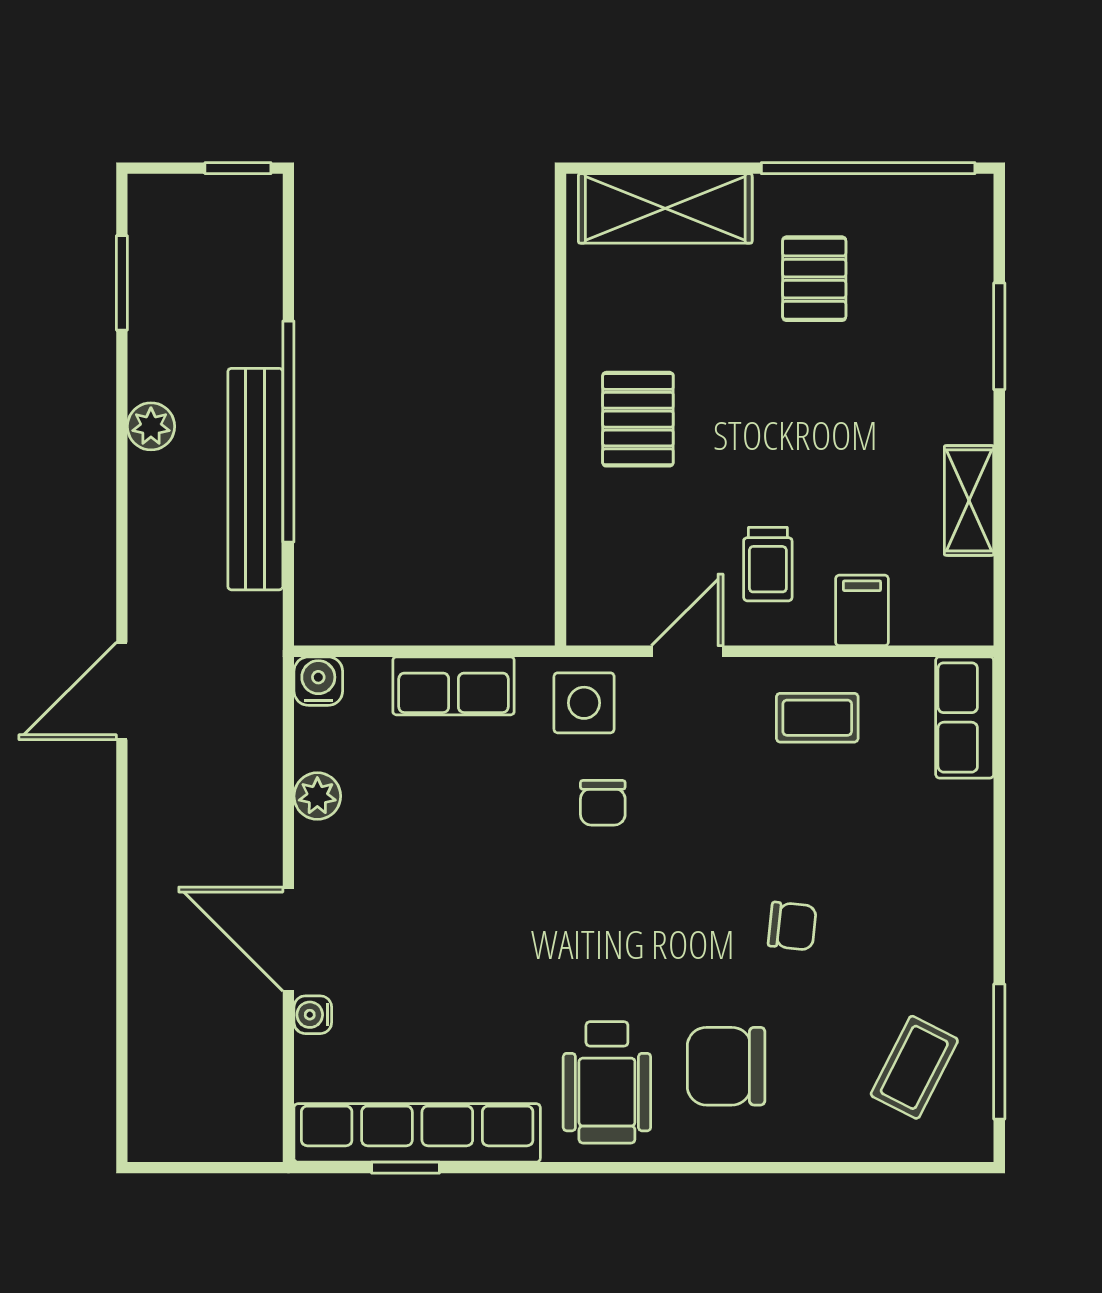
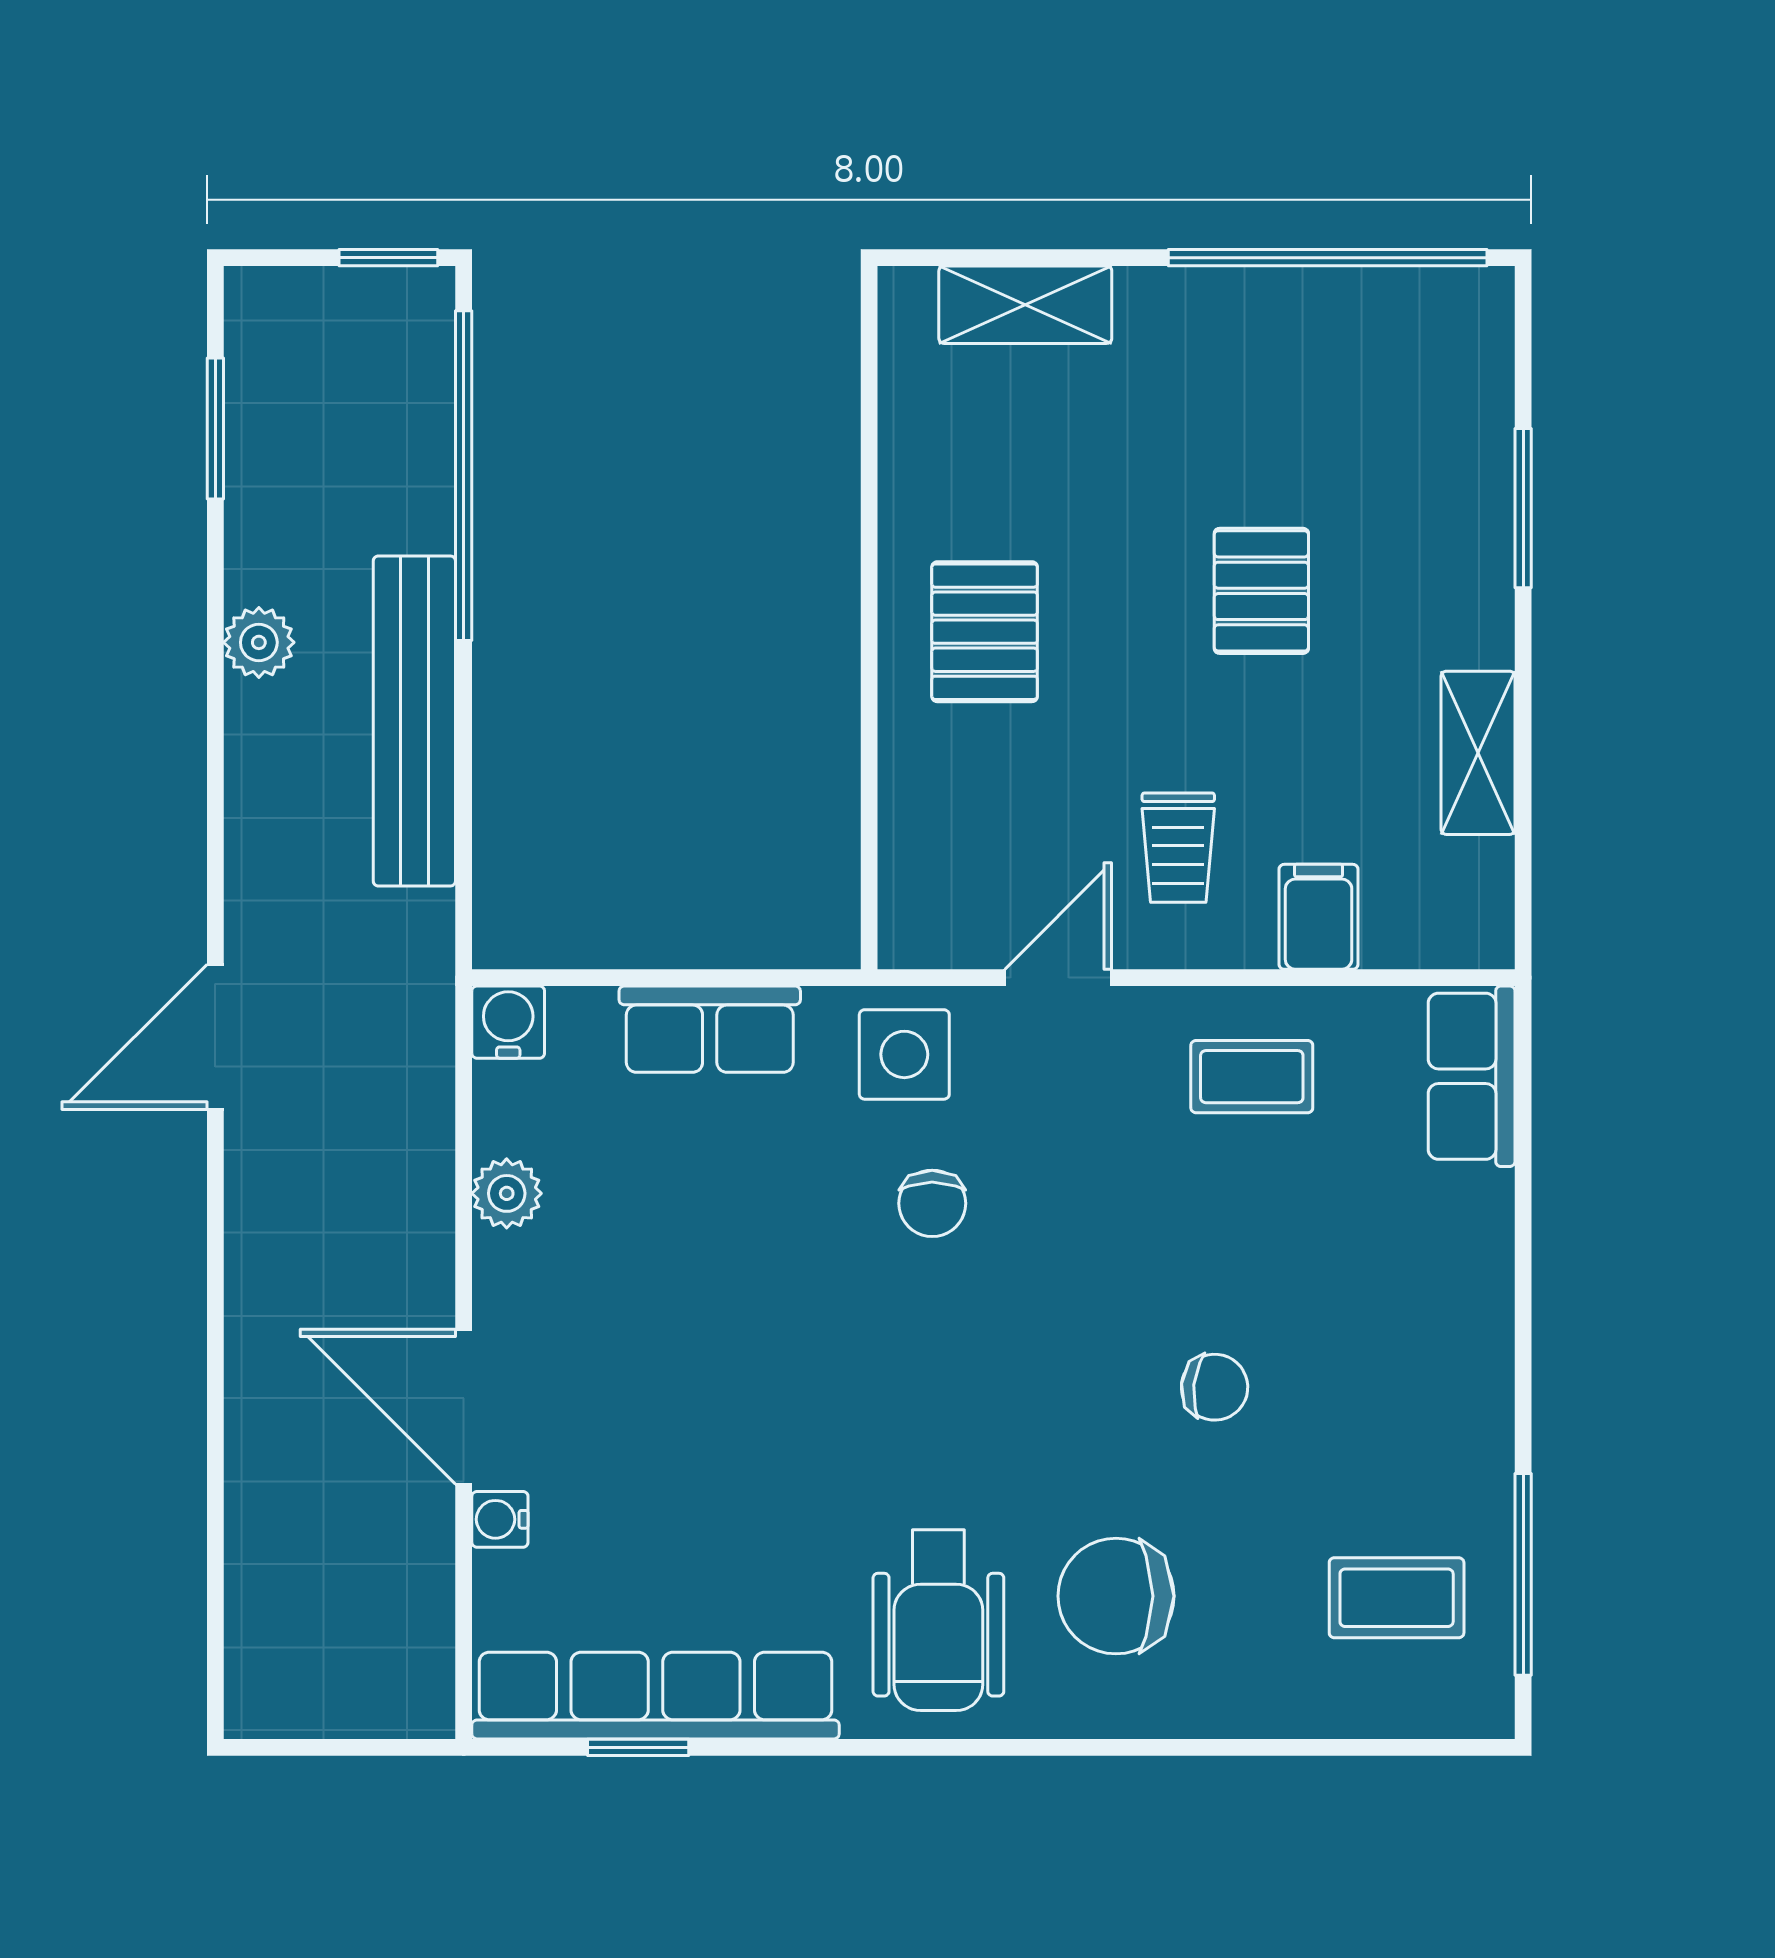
shelving: (665, 208) -> (1025, 305), width x0.67, depth x0.75
pallet: (814, 279) -> (1261, 591), moved
window: (288, 432) -> (464, 476), moved
coffee table: (914, 1067) -> (1397, 1598), turned 63

